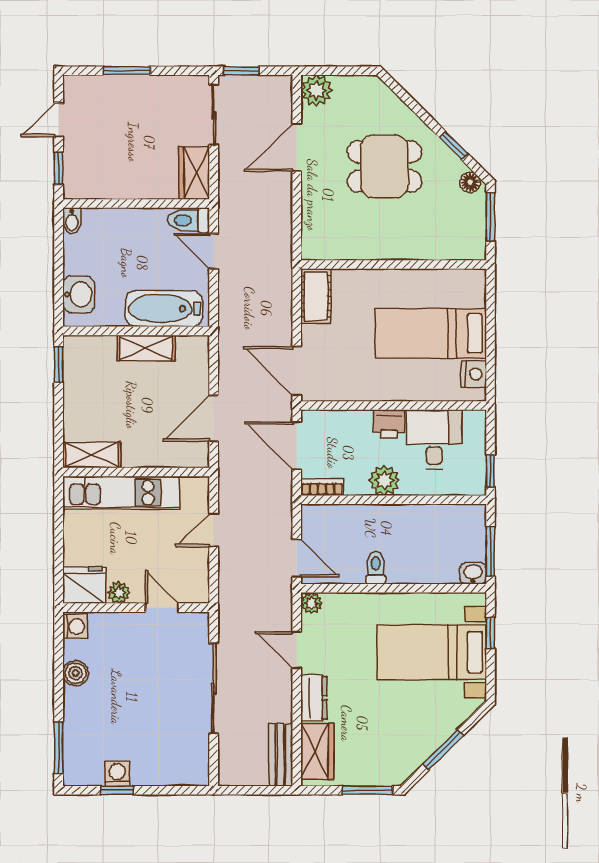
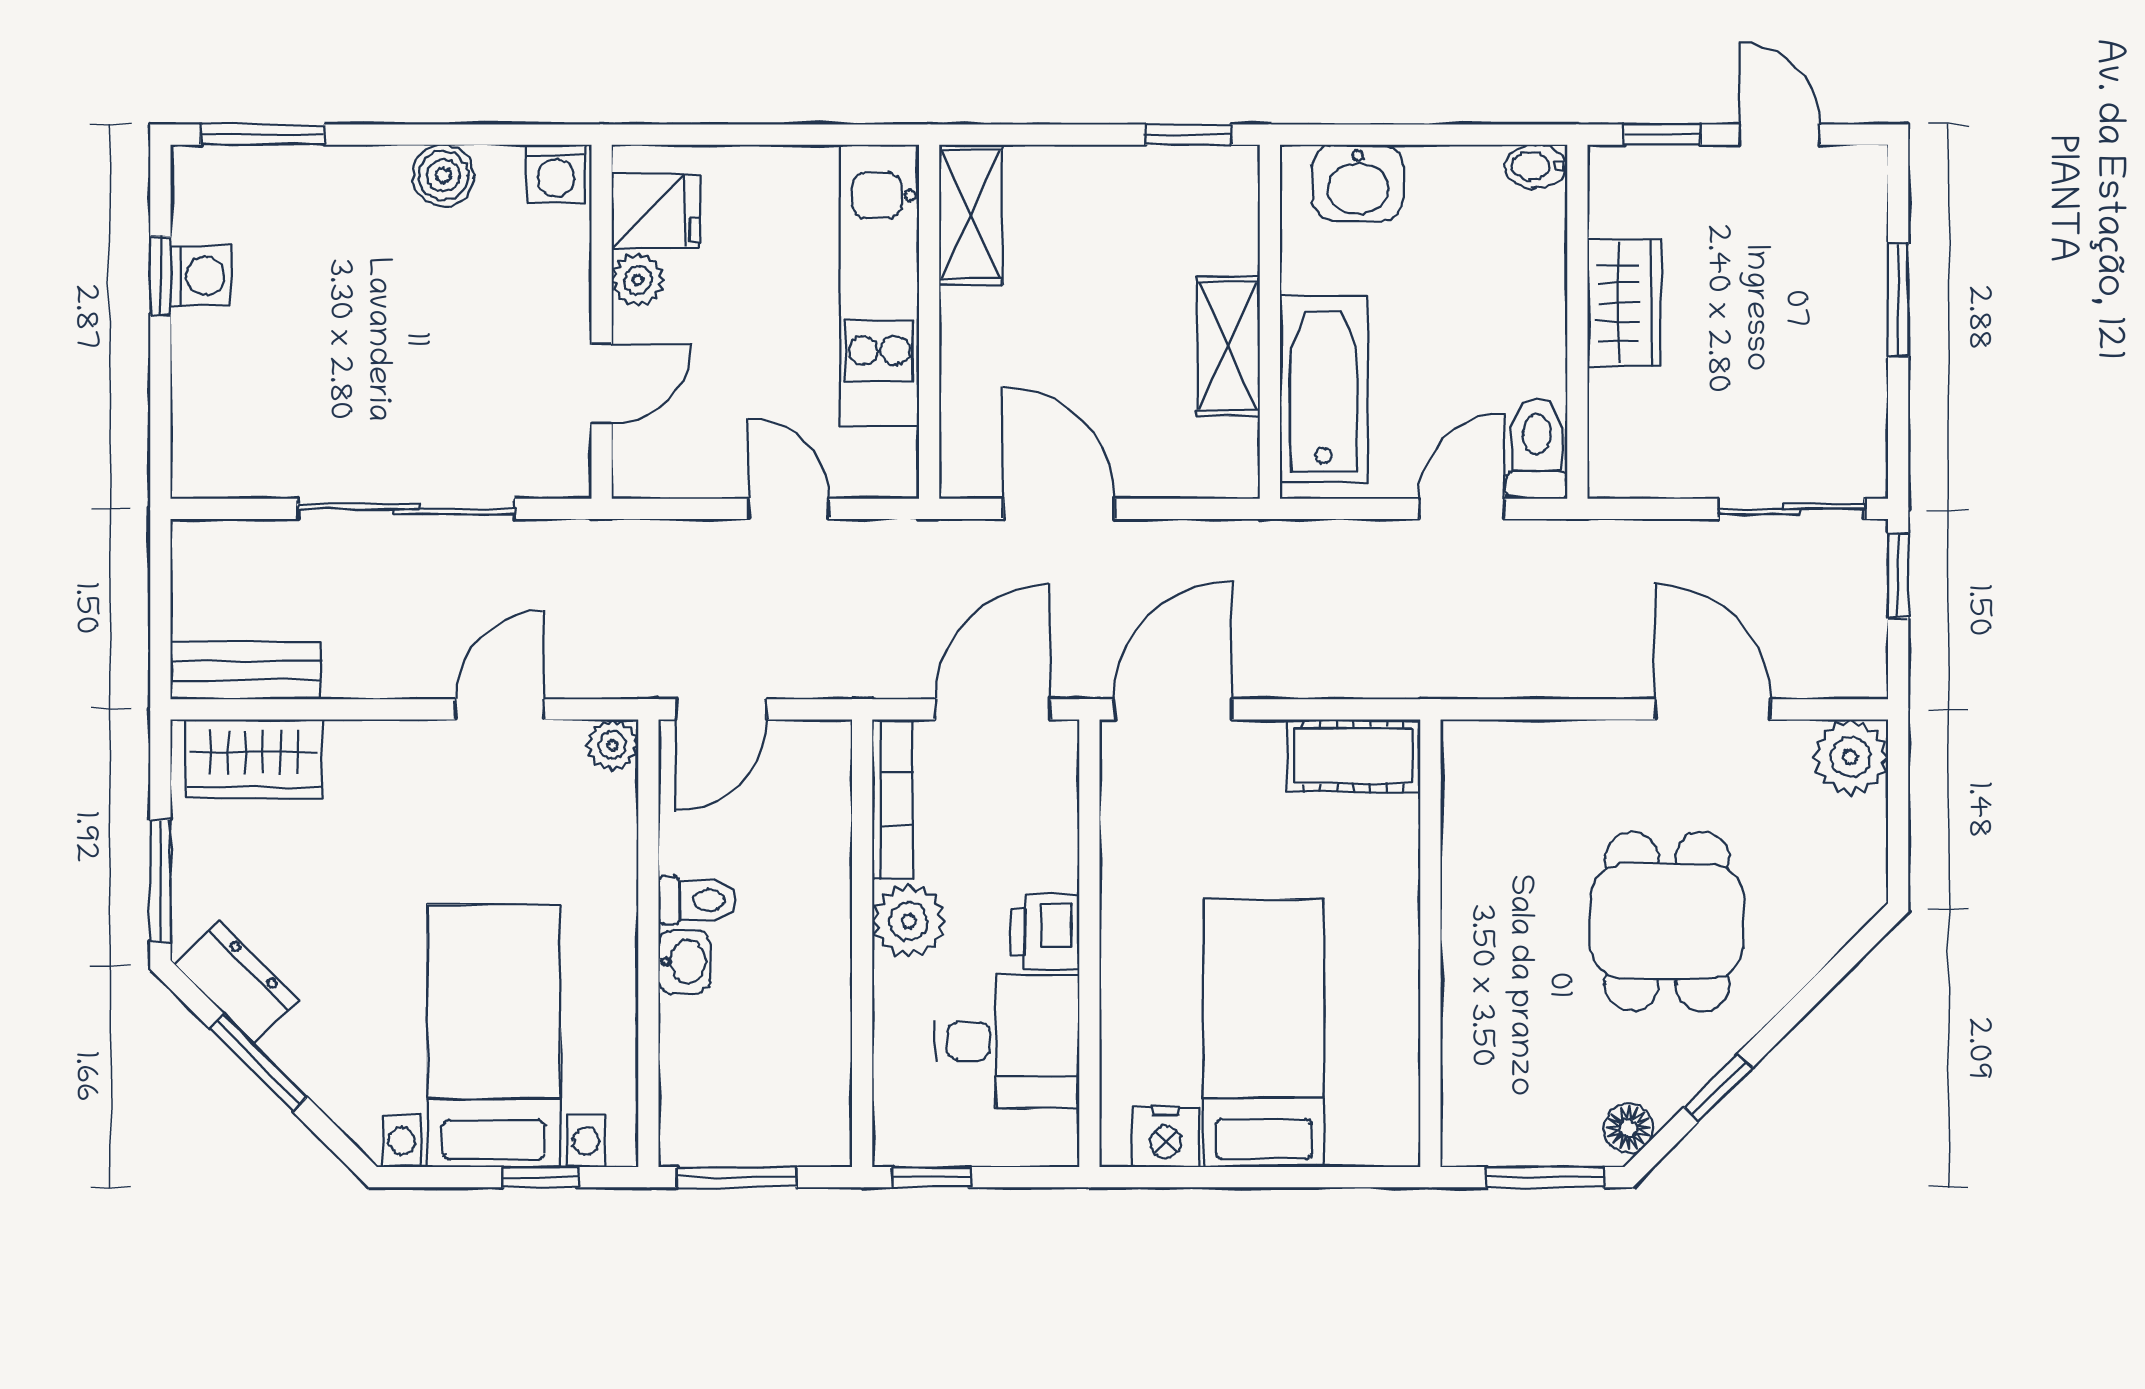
wardrobe: (194, 173) -> (1624, 303), moved, turned 90
bookcase: (322, 487) -> (893, 799), width x1.56
washbasin: (473, 573) -> (684, 962), moved
fridge: (84, 585) -> (656, 211), width x0.72
dresser: (314, 698) -> (236, 982), moved, turned -135

